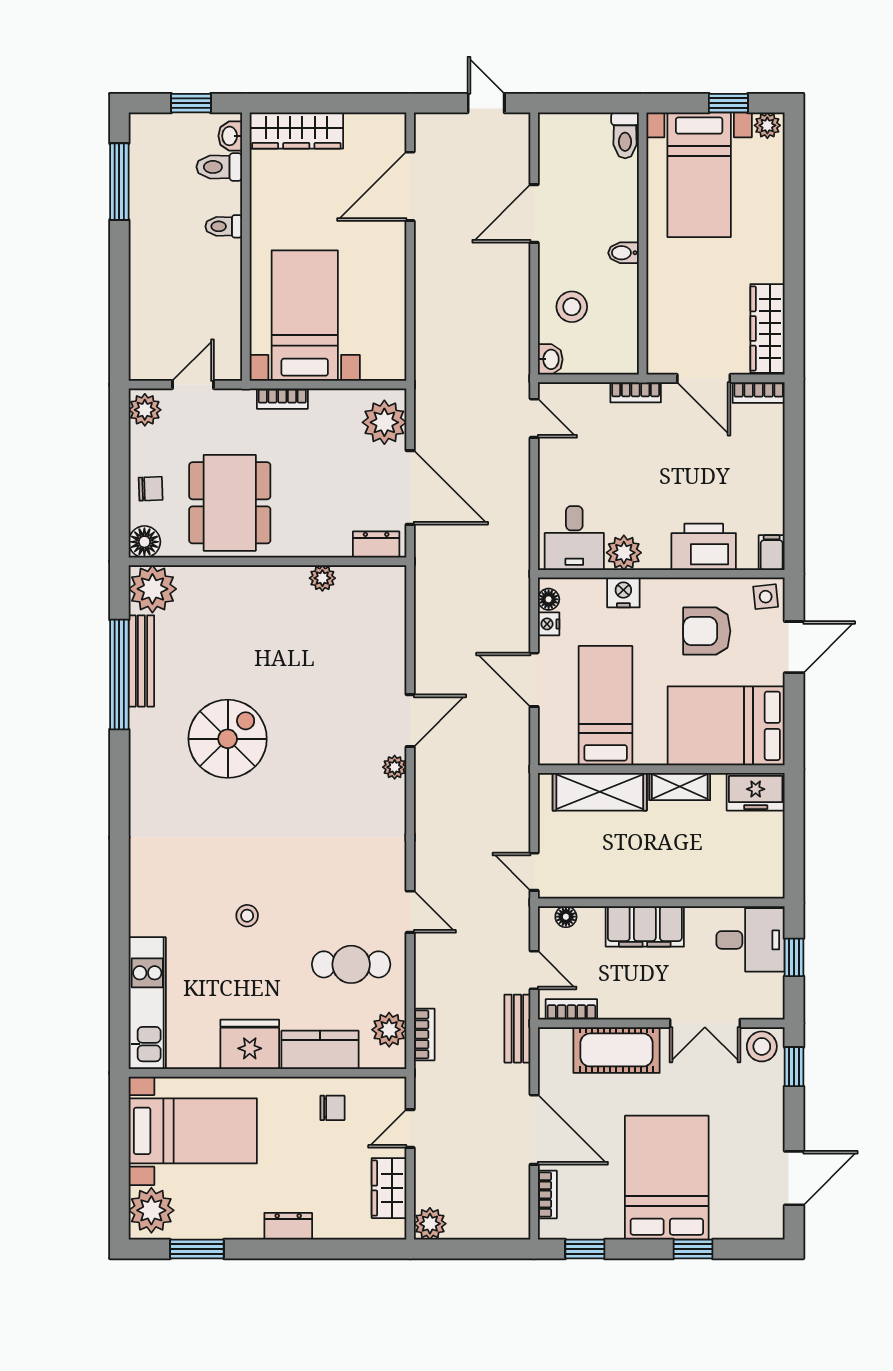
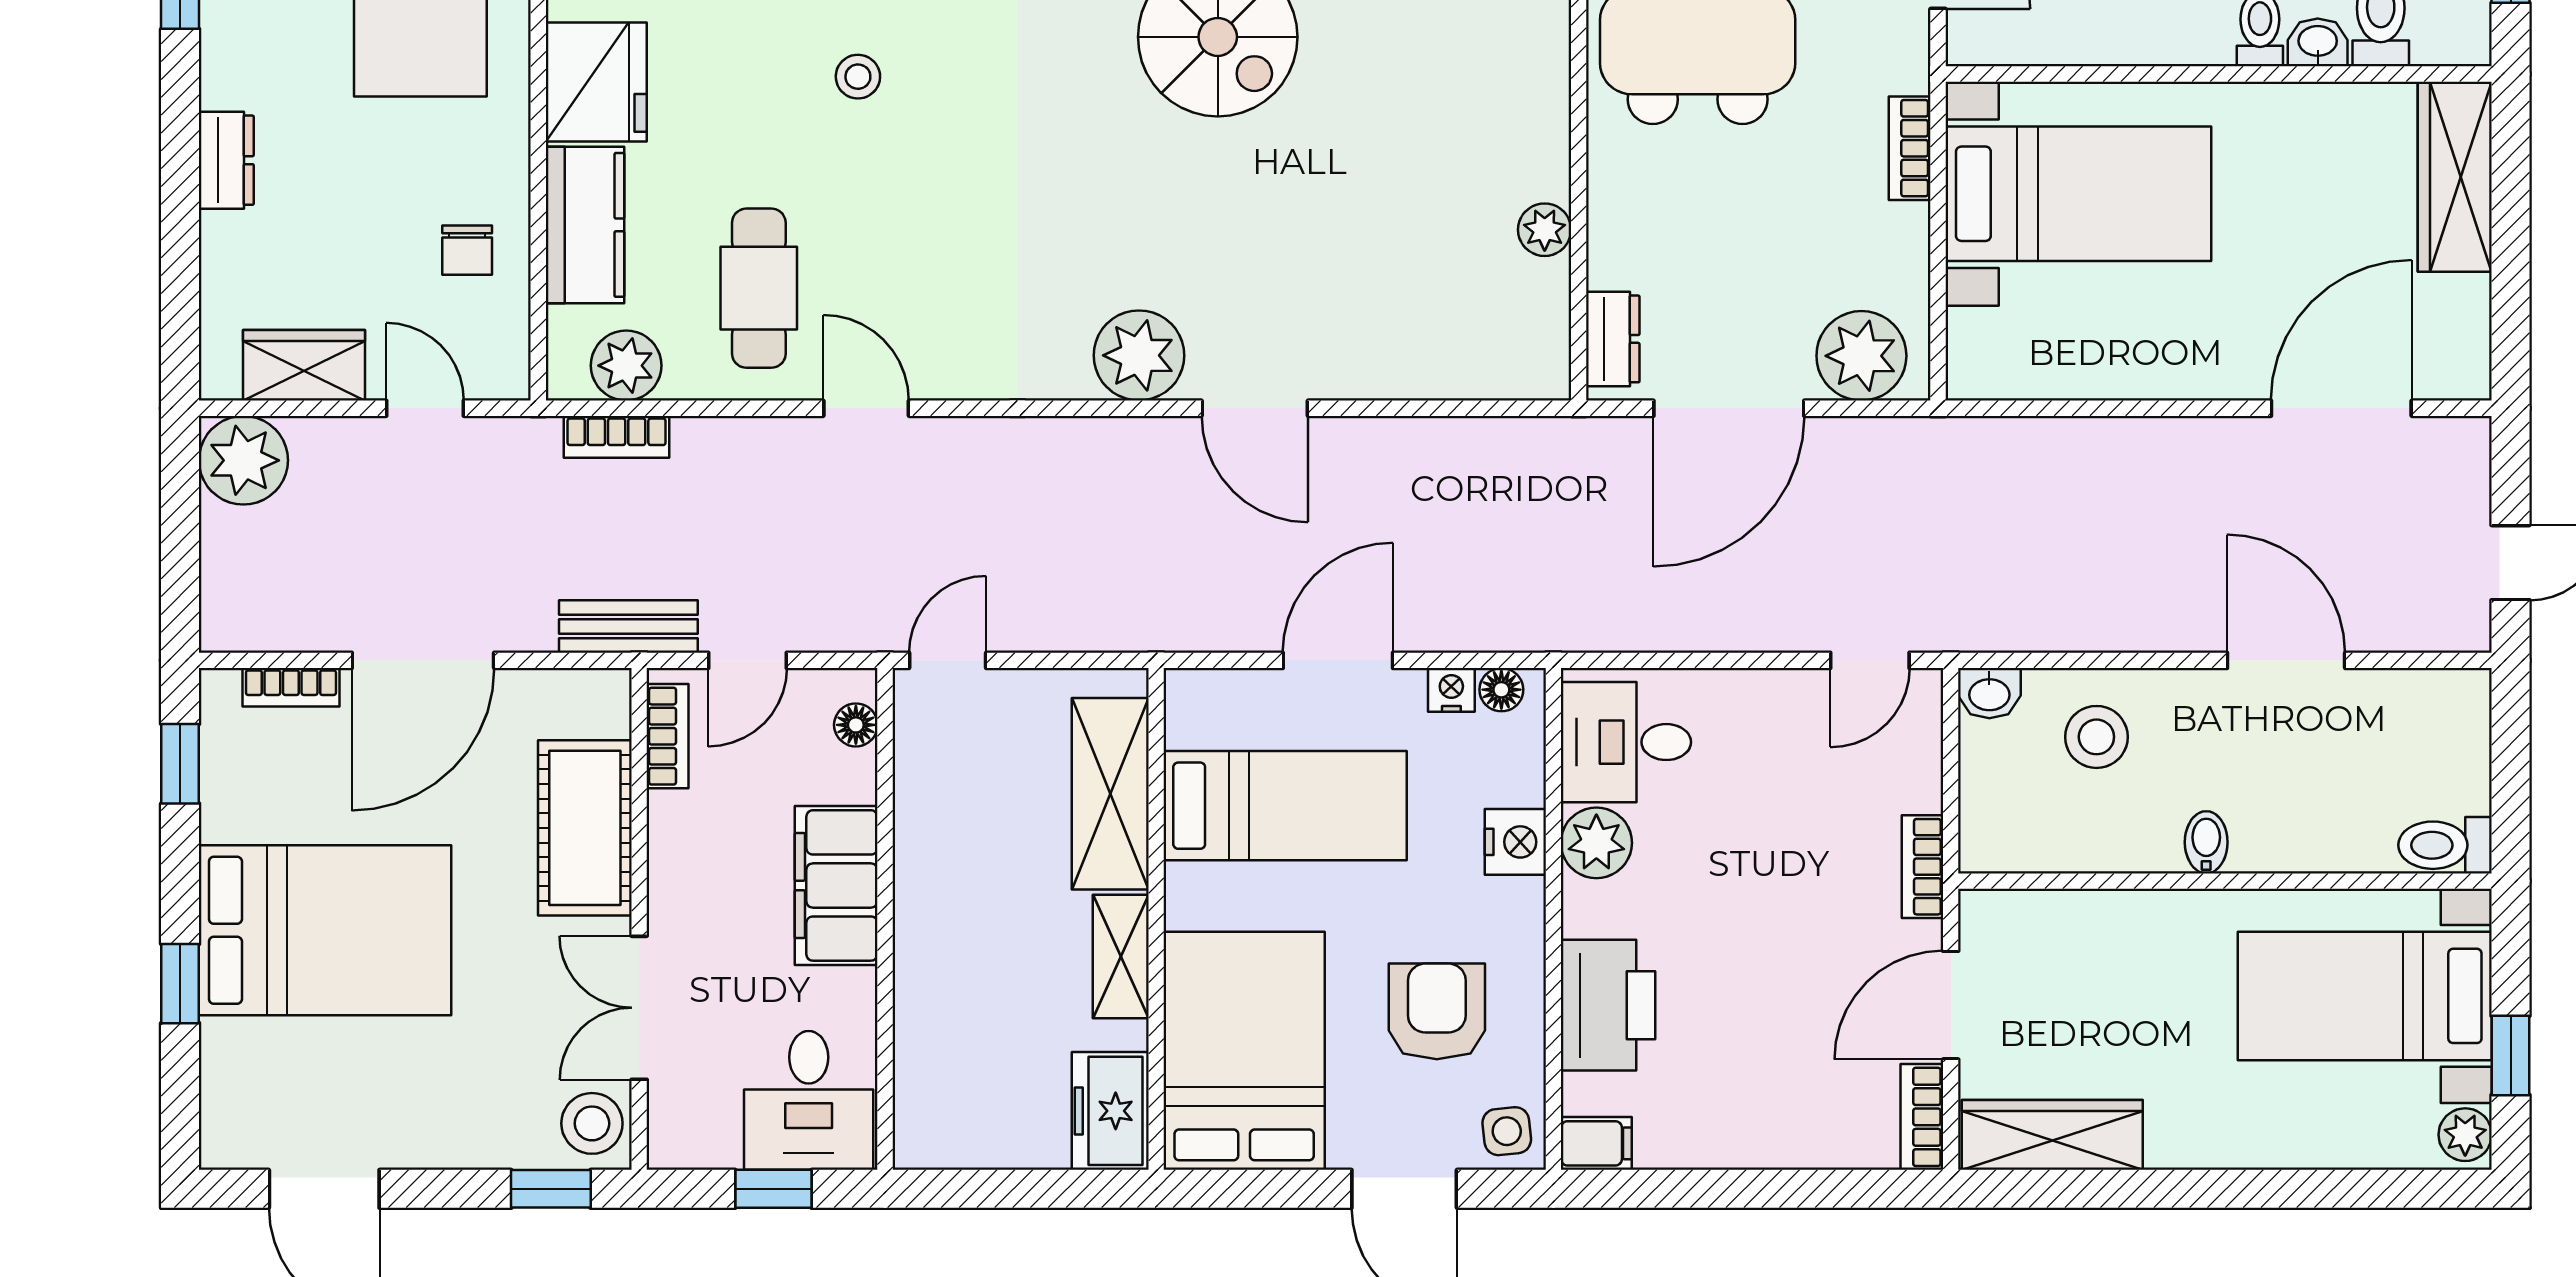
washbasin: (230, 136) -> (2318, 42), moved
door: (410, 186) -> (2341, 408), hinge flipped
plant: (395, 767) -> (1139, 355), width x1.88, depth x1.88
door: (410, 912) -> (866, 408), swing flipped
plant: (430, 1224) -> (243, 460), width x1.36, depth x1.36

